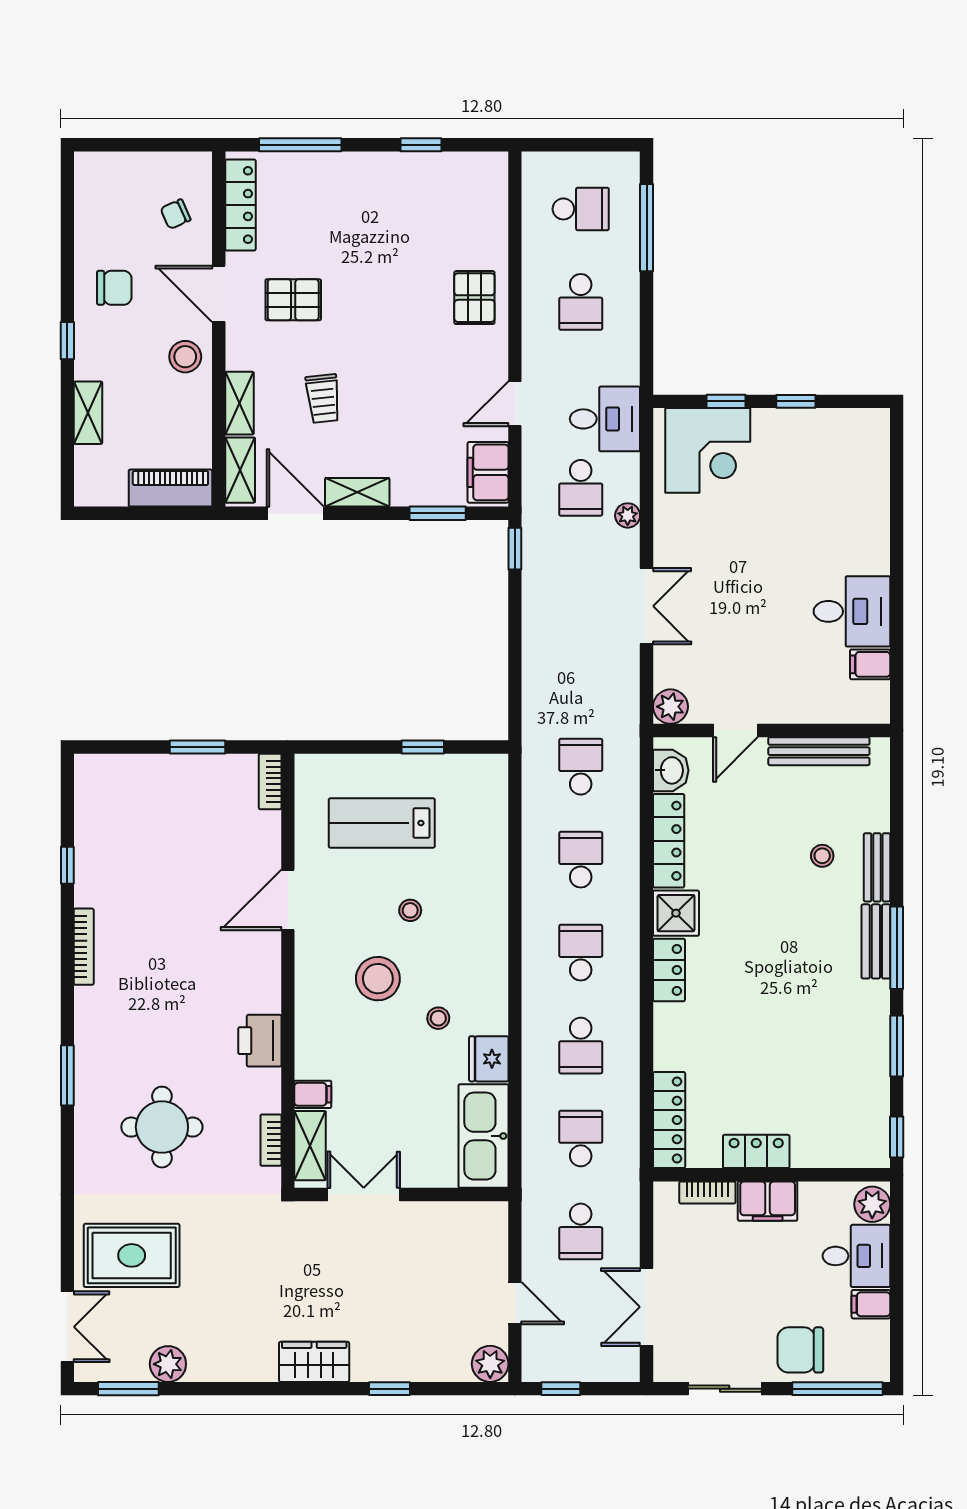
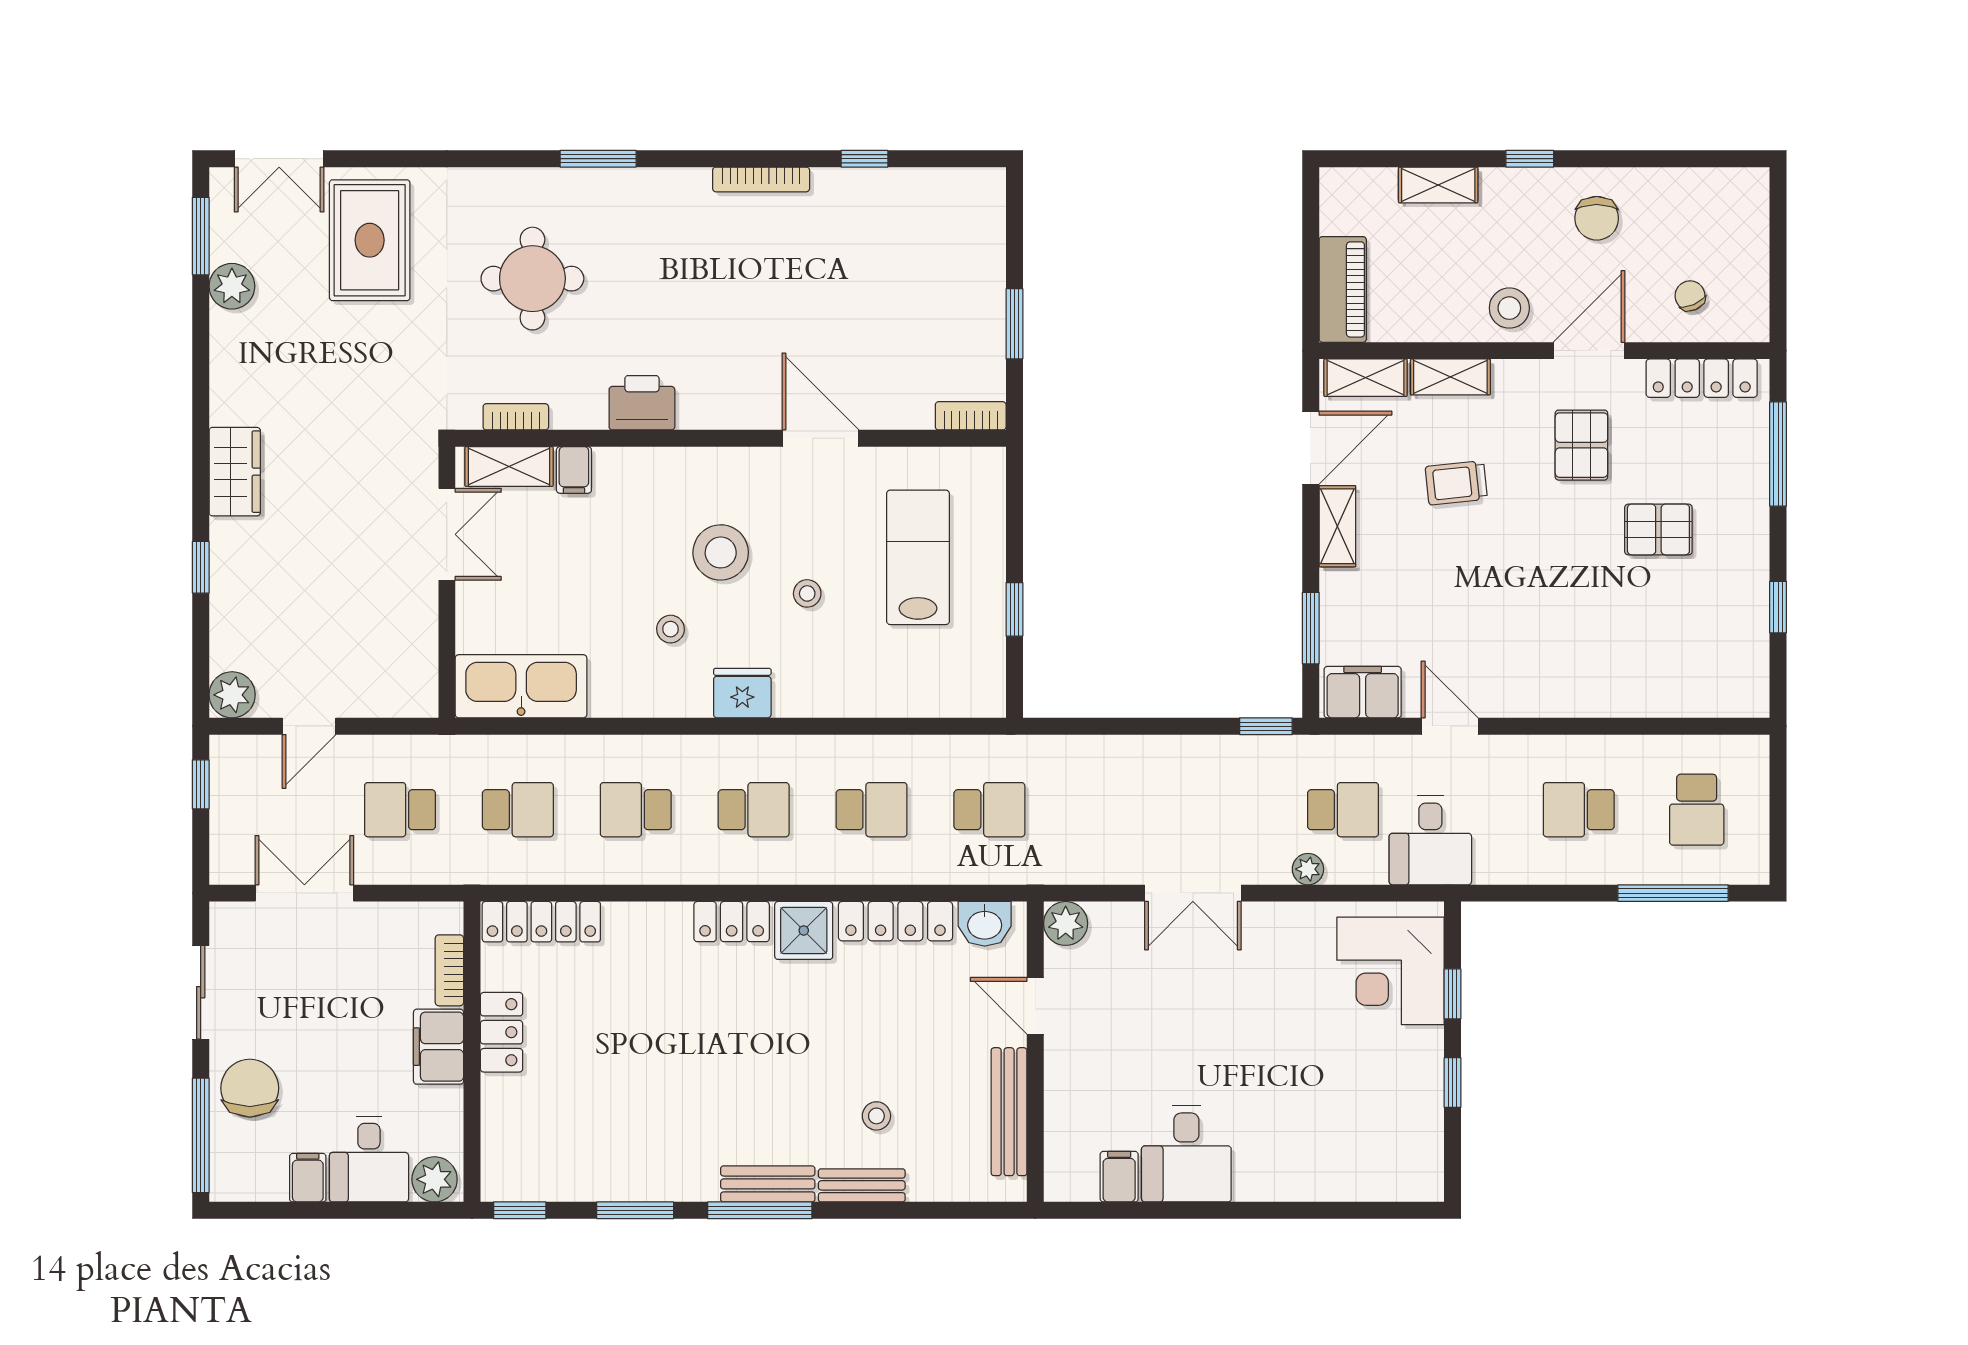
pallet: (474, 298) -> (1658, 529), moved
school desk: (581, 488) -> (1343, 810), turned 180
fridge: (489, 1059) -> (742, 693), moved

